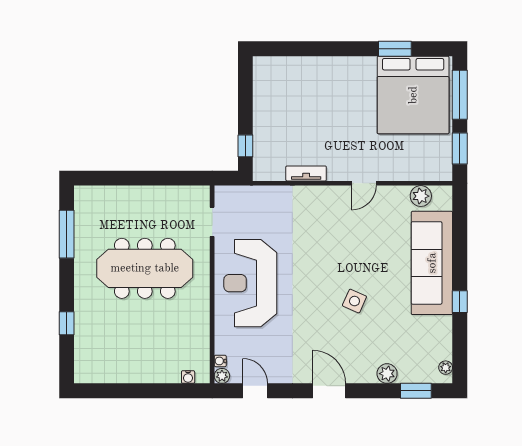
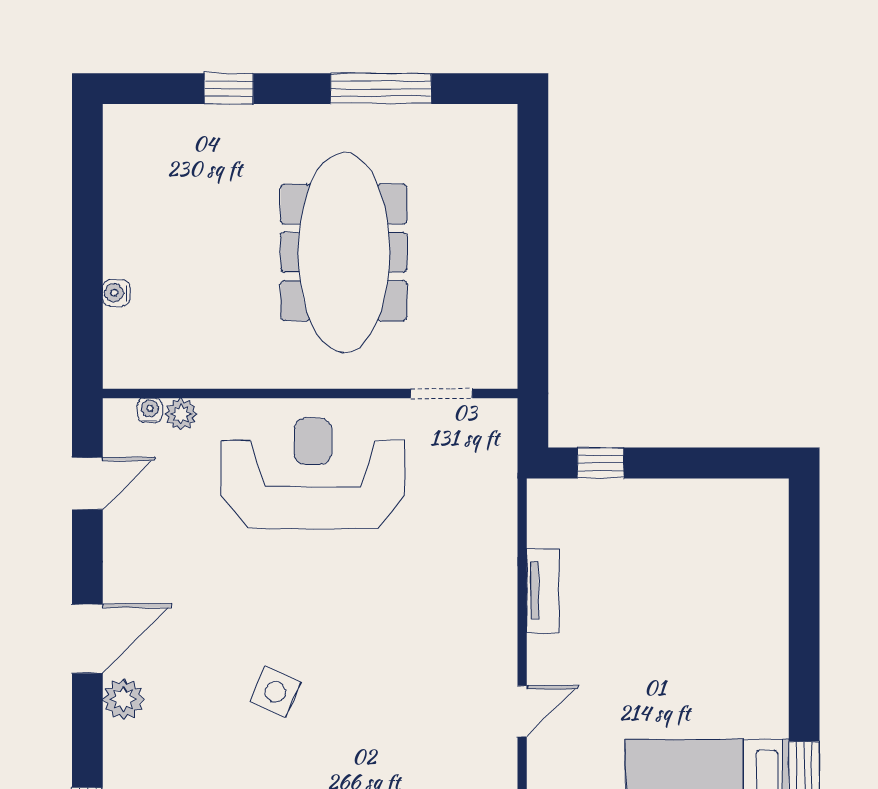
door: (364, 183) -> (522, 711), swing flipped
window: (67, 234) -> (381, 89), moved
plant: (387, 374) -> (123, 699), moved
plant: (222, 376) -> (181, 414), moved
water cooler: (188, 377) -> (116, 293), moved

